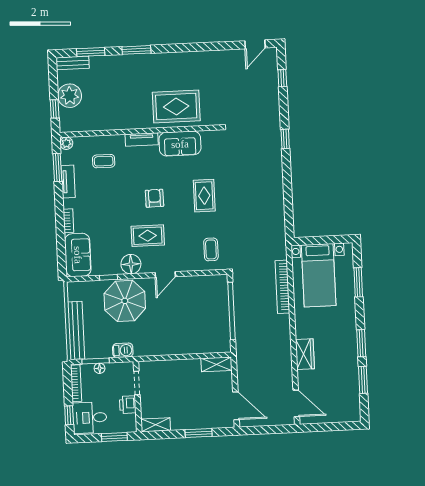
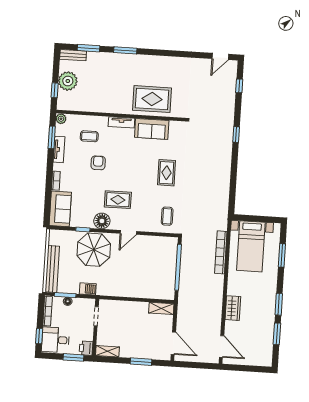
armchair: (154, 198) -> (98, 163), moved
printer: (128, 405) -> (86, 348), moved

